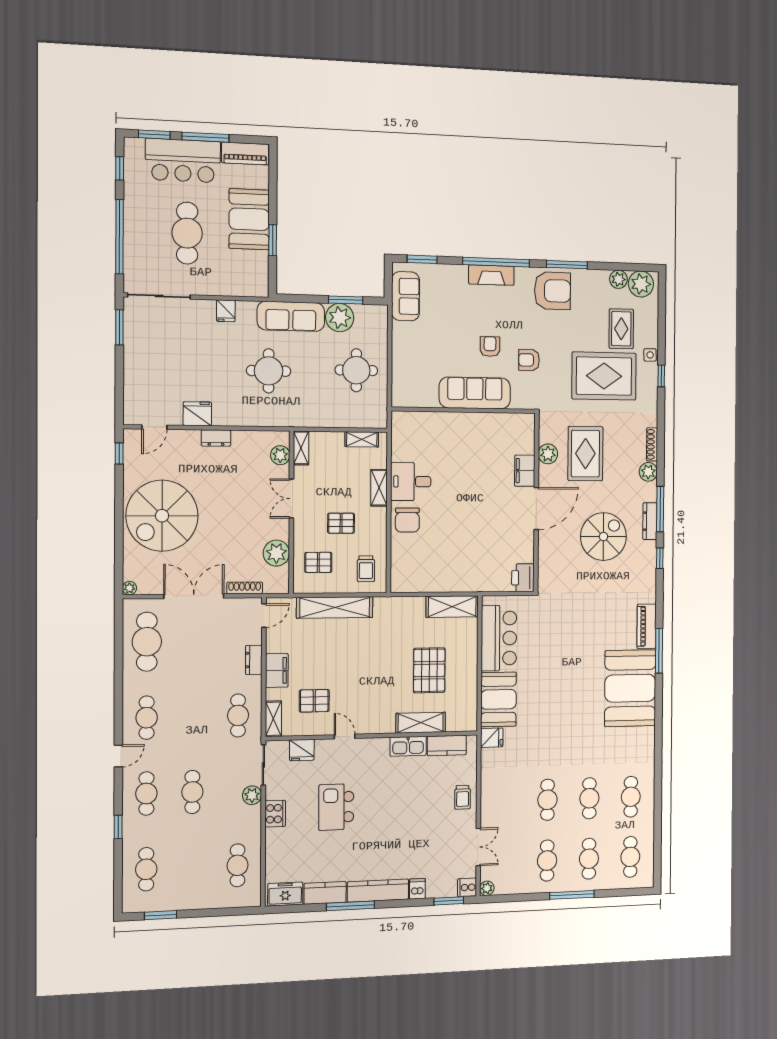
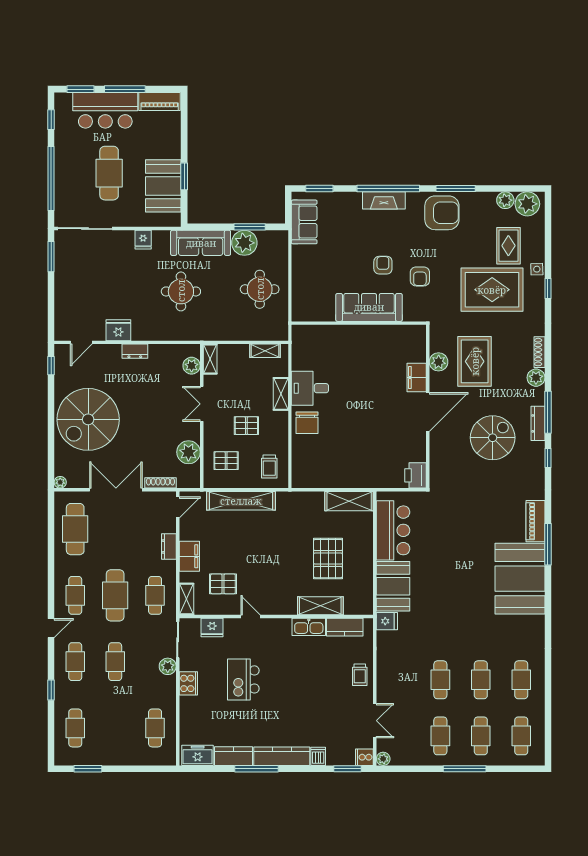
booth: (249, 219) -> (163, 186), moved
armchair: (529, 360) -> (420, 276), turned -90
cafe table: (193, 717) -> (115, 595), added

